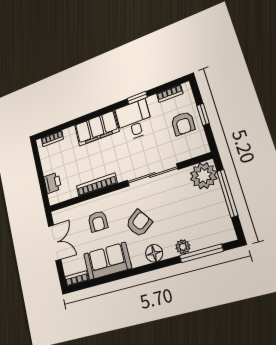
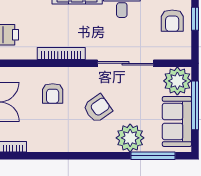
plant: (183, 247) -> (130, 138), width x1.88, depth x1.88
floor lamp: (154, 253) -> (105, 143), removed
sofa: (107, 261) -> (177, 121), moved, turned -90

